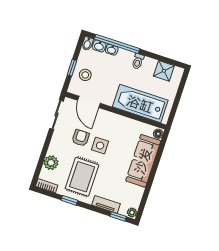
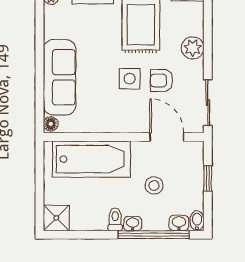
washbasin: (112, 50) -> (133, 224), moved
shower: (164, 71) -> (56, 218), moved
stool: (85, 75) -> (154, 185), moved
armchair: (81, 138) -> (162, 80), turned 90
plant: (51, 163) -> (193, 48), moved

